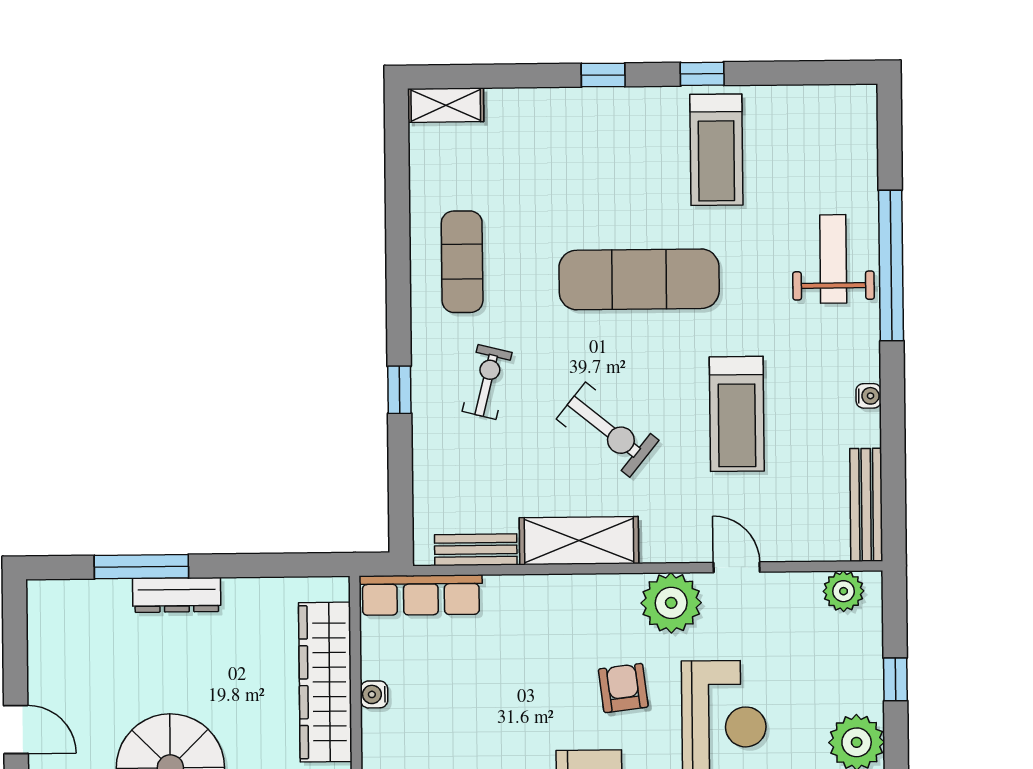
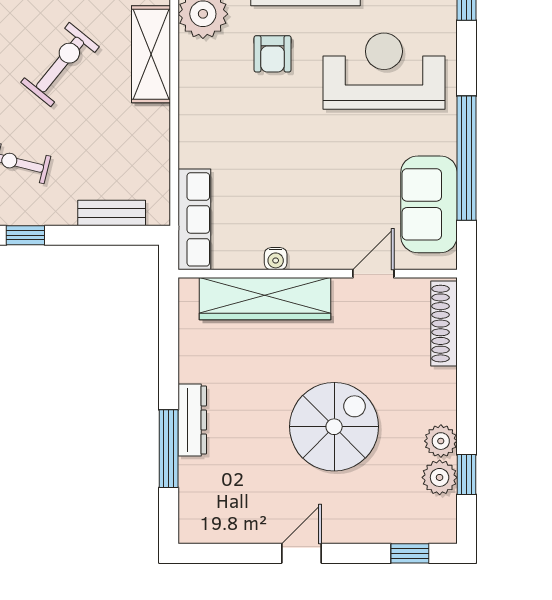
shelving: (579, 541) -> (151, 54), moved
bench: (476, 550) -> (112, 213), moved, turned 90
armchair: (623, 688) -> (273, 54), turned -83

